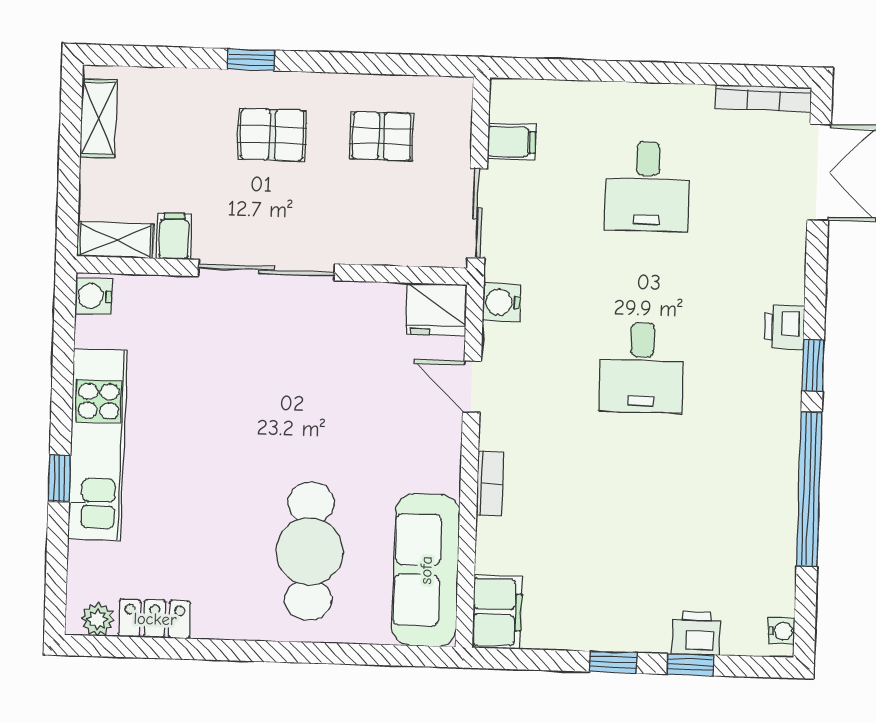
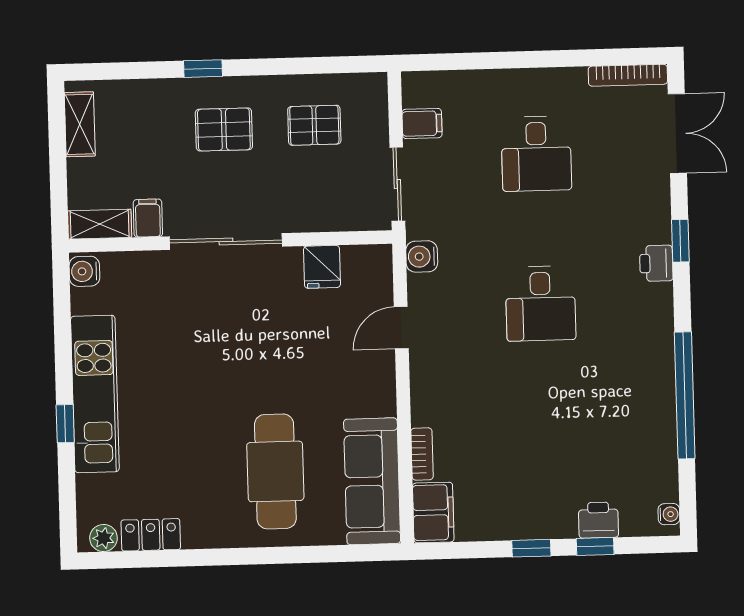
fridge: (436, 309) -> (322, 267), moved, width x0.72
window: (813, 365) -> (680, 241), moved
door: (472, 387) -> (401, 328), hinge flipped
bookcase: (490, 484) -> (422, 454), moved

